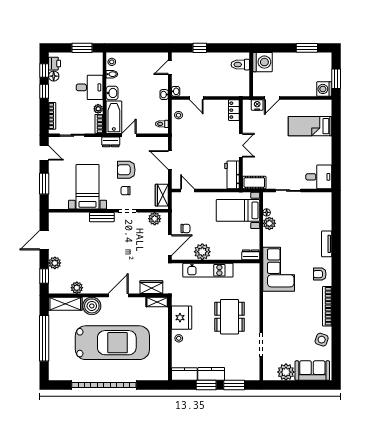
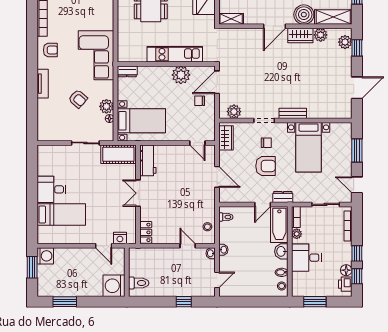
door: (272, 98) -> (104, 246), swing flipped
desk: (319, 177) -> (51, 189), moved
cot: (254, 182) -> (118, 154), width x1.37, depth x1.34
armchair: (295, 230) -> (78, 99), added
plant: (55, 263) -> (345, 42), moved
wardrobe: (151, 287) -> (300, 36), moved

